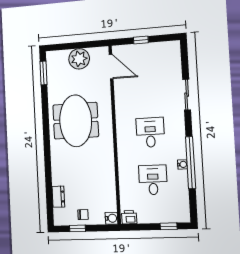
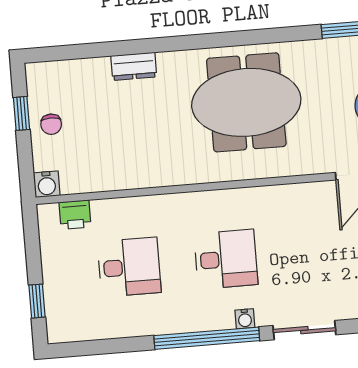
window: (191, 163) -> (207, 338), moved
water cooler: (182, 164) -> (245, 319), moved
dresser: (58, 197) -> (134, 66), moved
printer: (129, 217) -> (75, 215), moved, turned 90

